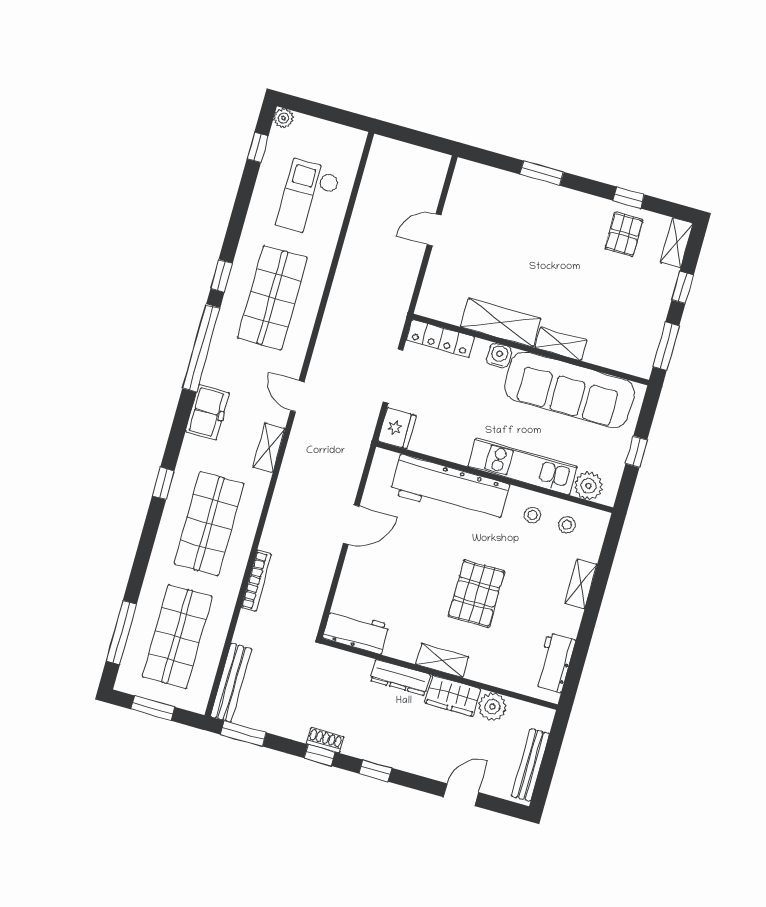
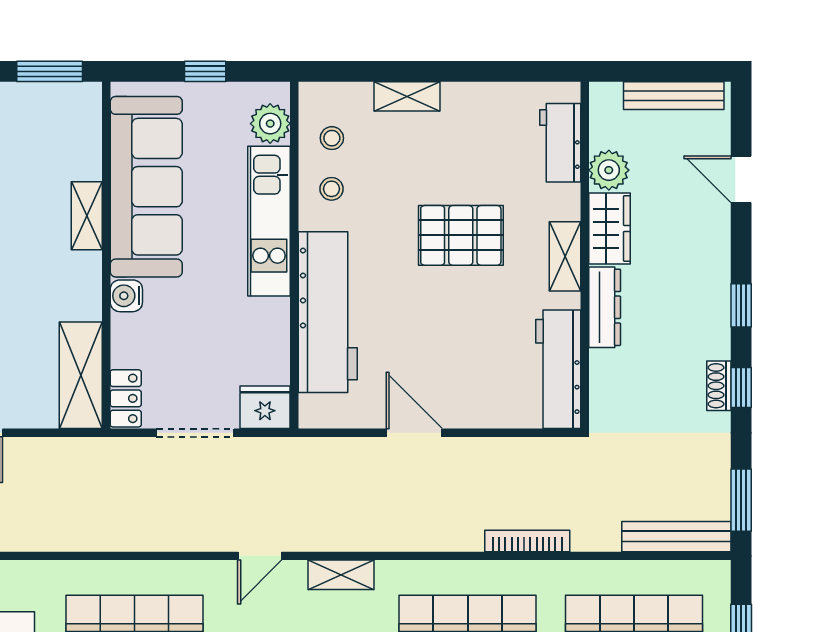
shelving: (501, 323) -> (81, 375), moved
locker: (440, 338) -> (126, 398), width x0.66
workbench: (356, 631) -> (558, 369), width x1.37
workbench: (555, 663) -> (560, 143), moved, turned 90

